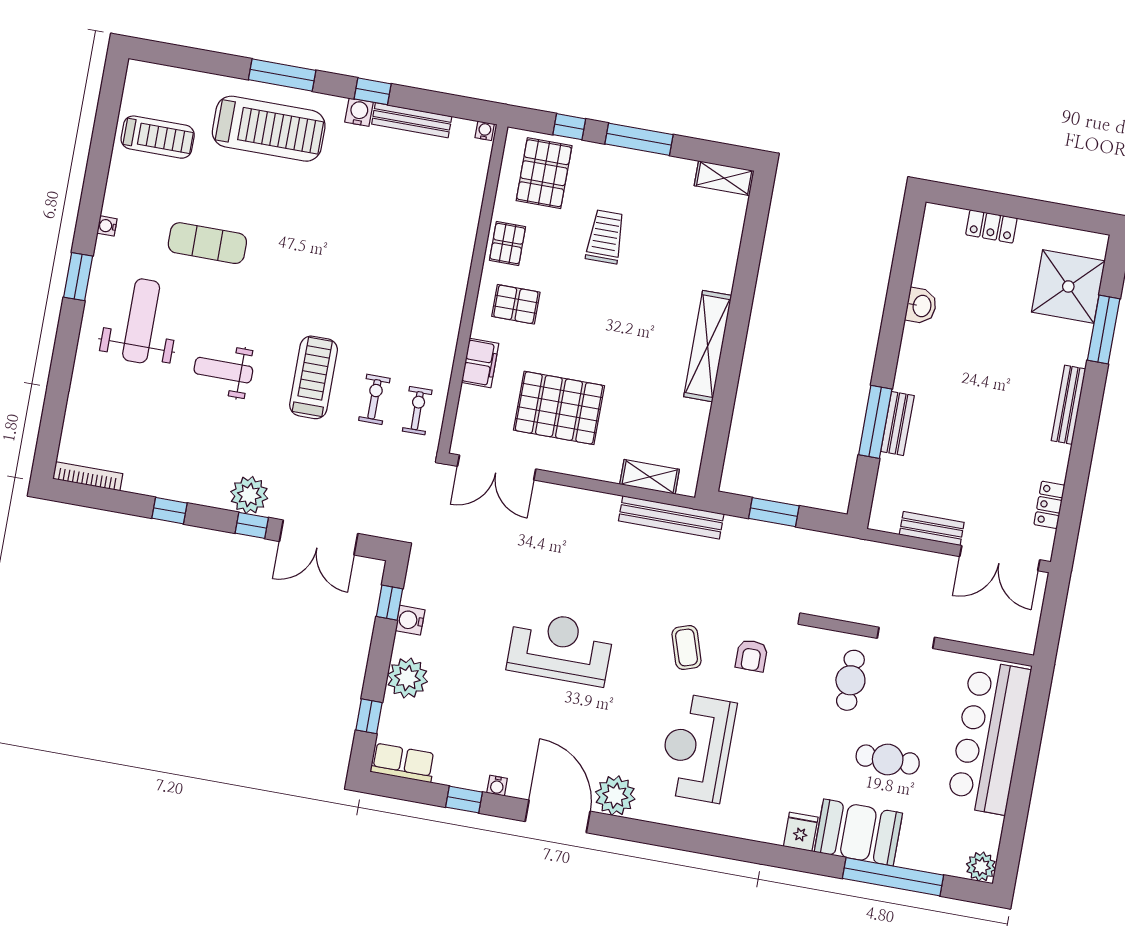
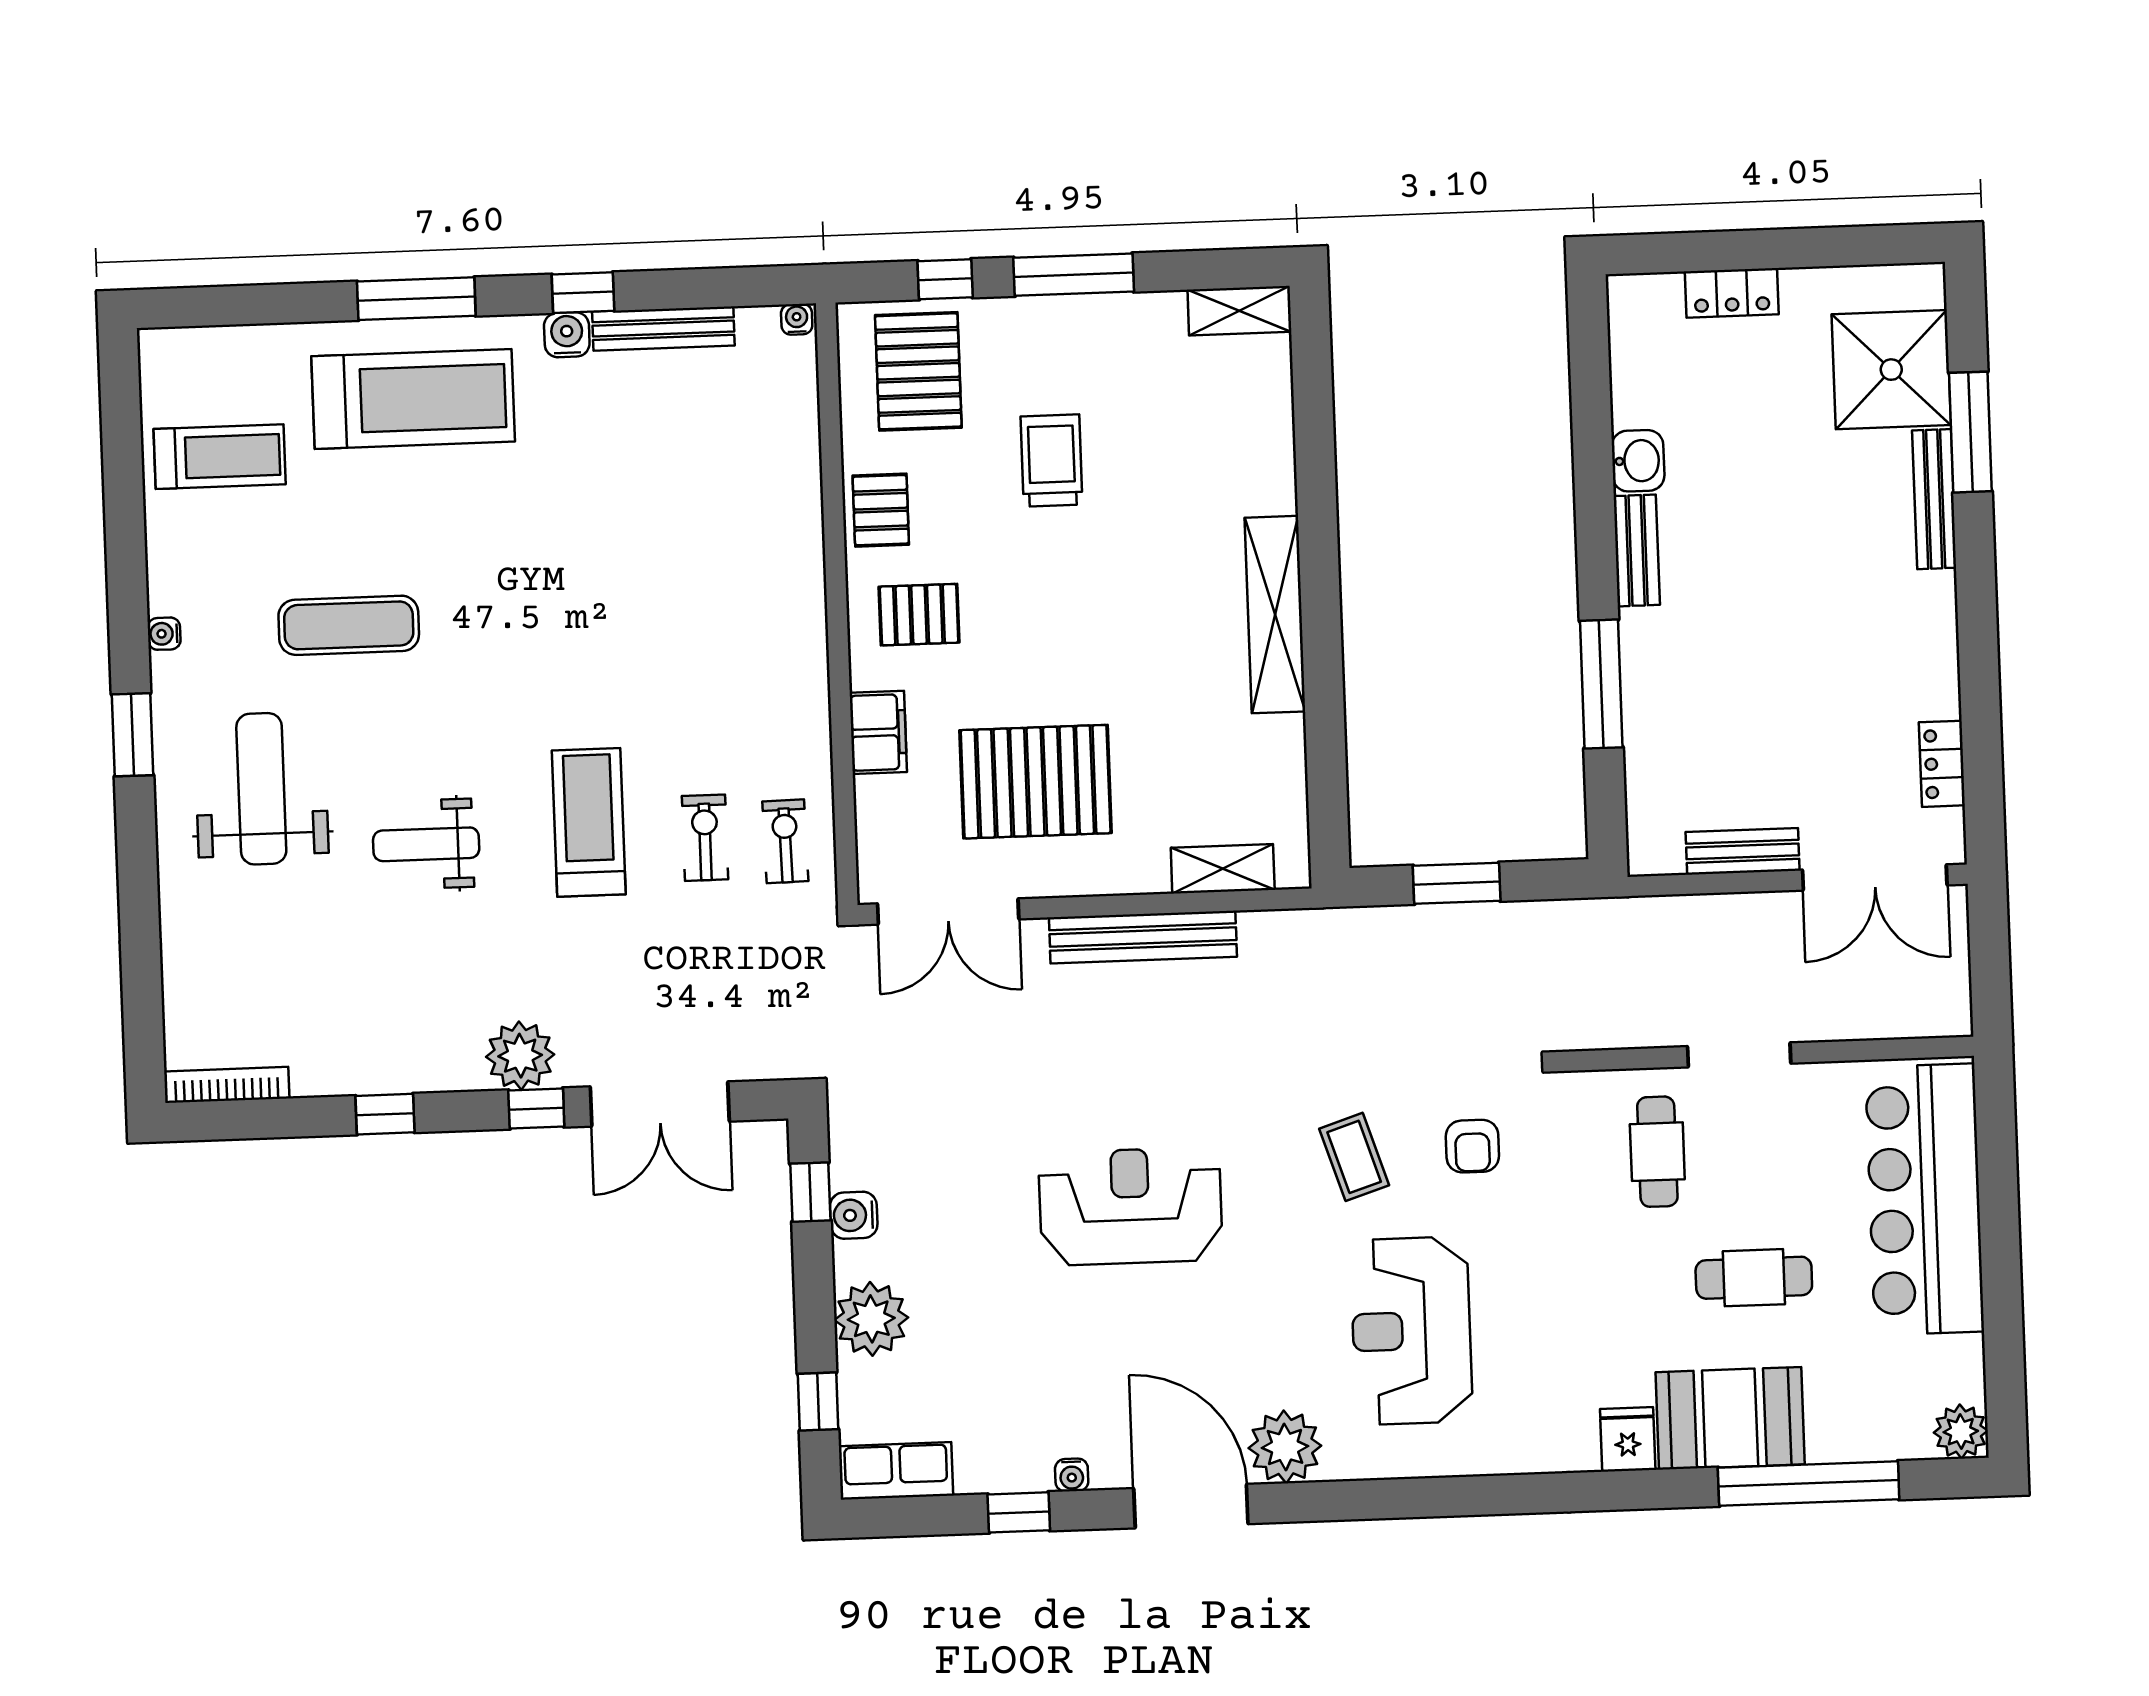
bench: (1068, 405) -> (1934, 499), moved
bench: (897, 423) -> (1637, 550), moved
bench: (671, 517) -> (1143, 937), moved

